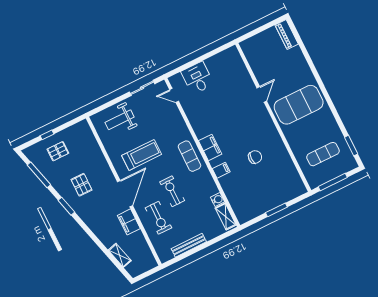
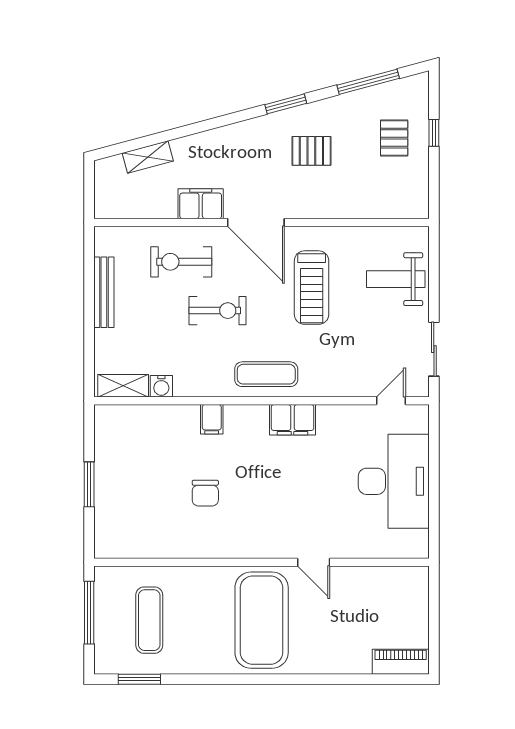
desk: (197, 78) -> (394, 481), width x1.87, depth x1.30
weight bench: (120, 120) -> (396, 279), turned -90
filing cabinet: (210, 147) -> (293, 420), moved

